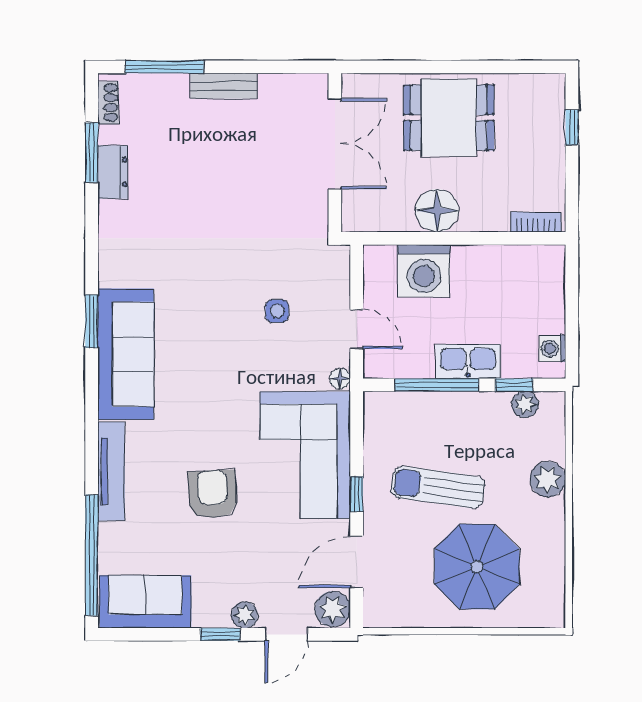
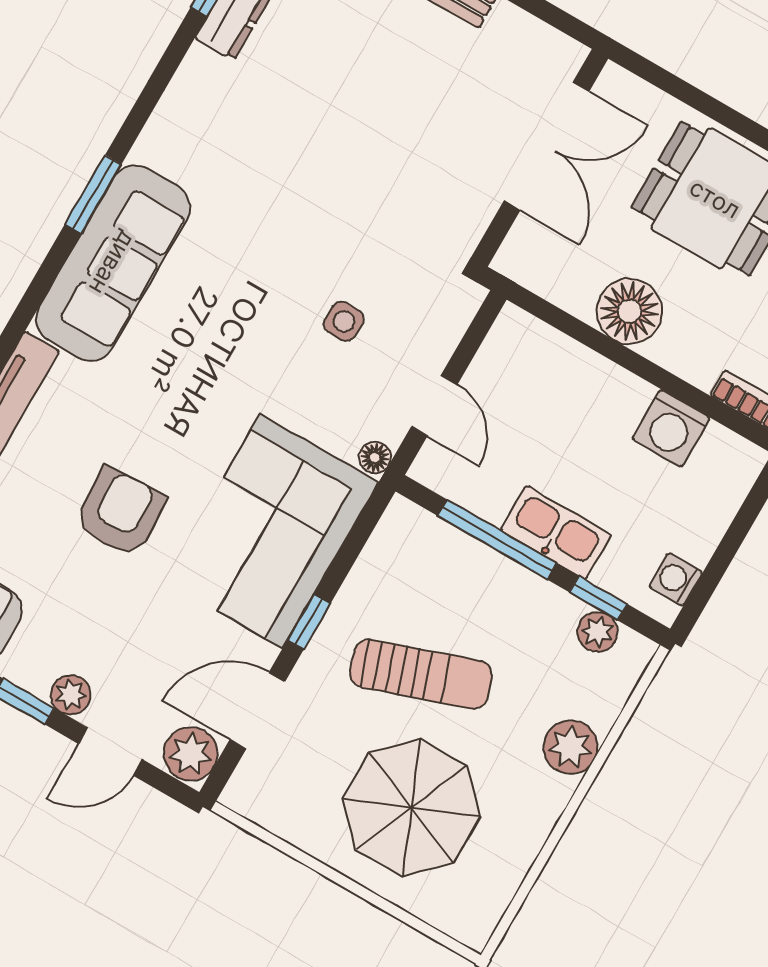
washing machine: (424, 271) -> (671, 428), moved, width x0.73, depth x0.73
sun lounger: (438, 487) -> (421, 674), turned 153

